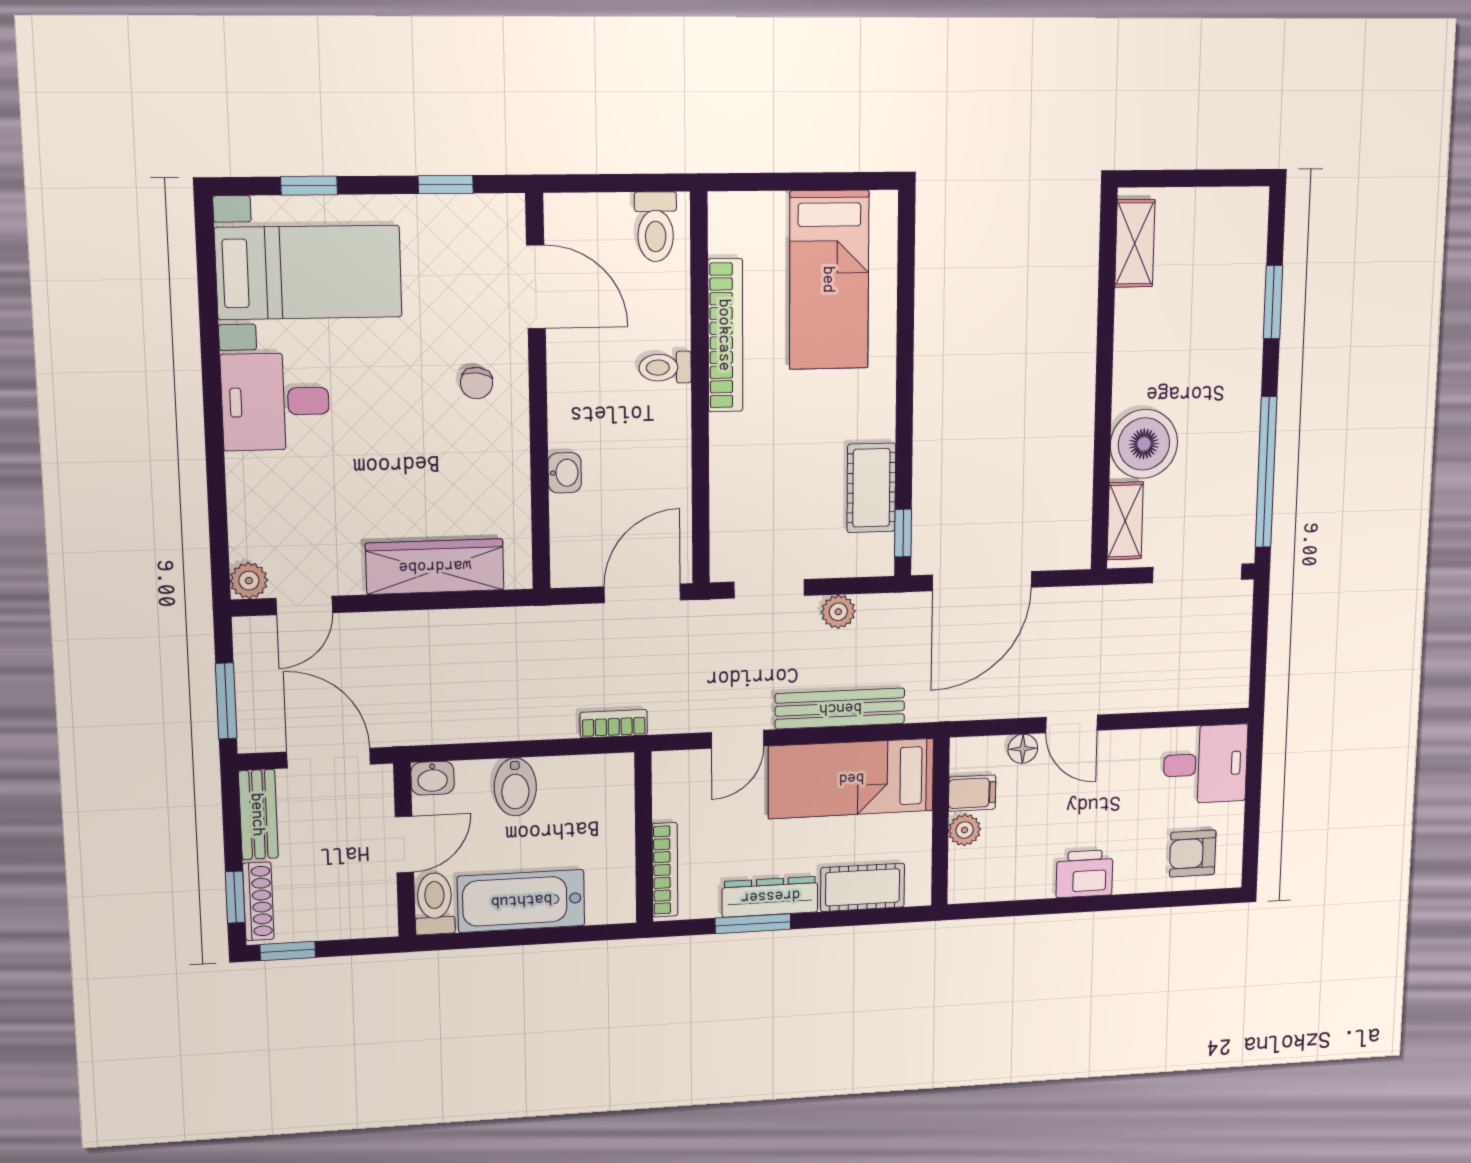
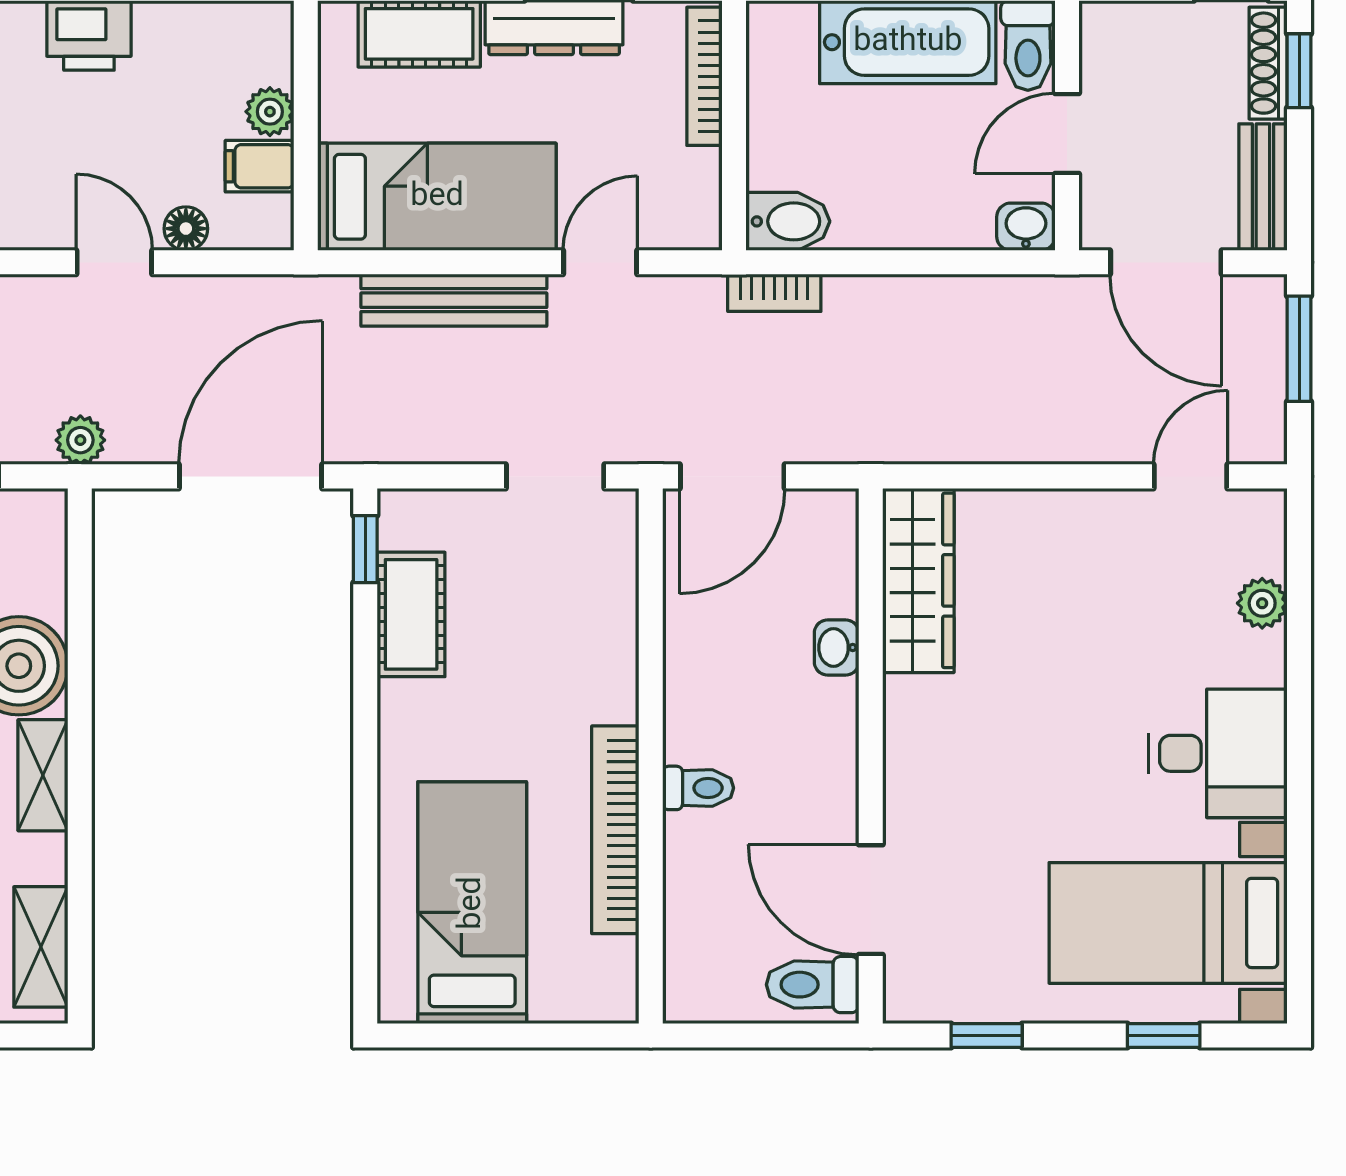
toilet: (656, 227) -> (813, 985), moved, turned -90
chair: (477, 383) -> (953, 772), removed
shelving: (1125, 521) -> (43, 775), moved
wardrobe: (435, 567) -> (918, 580), moved, turned -90
plant: (249, 581) -> (1262, 603), moved
plant: (838, 612) -> (80, 440), moved
bidet: (515, 787) -> (788, 221), moved, turned 90

